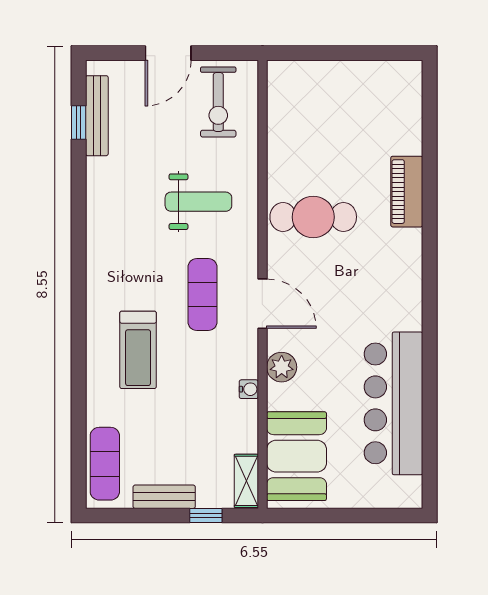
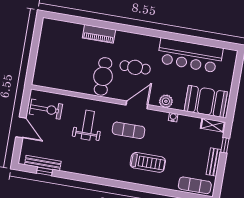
cafe table: (346, 285) -> (135, 67), added

